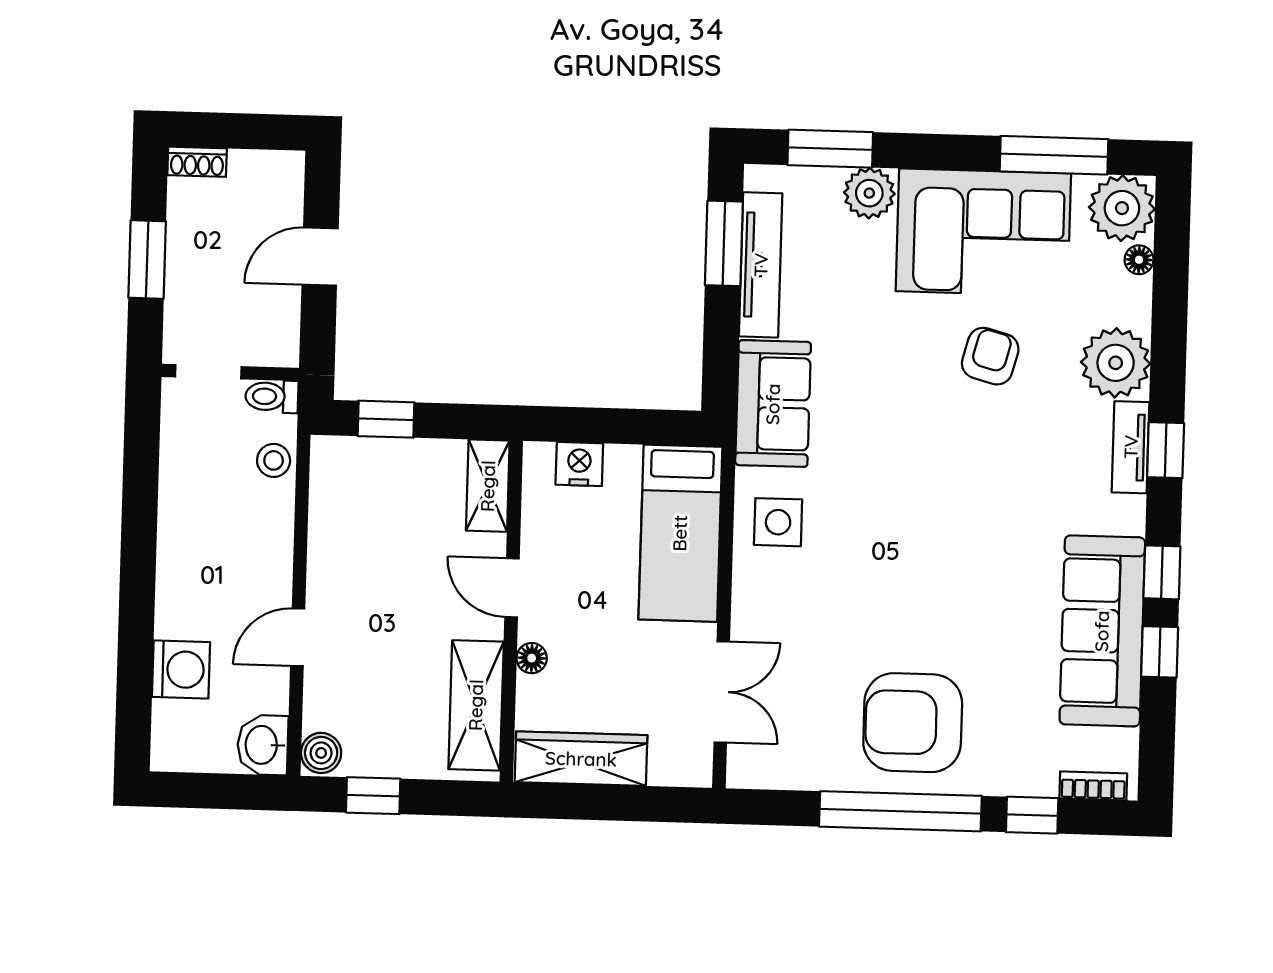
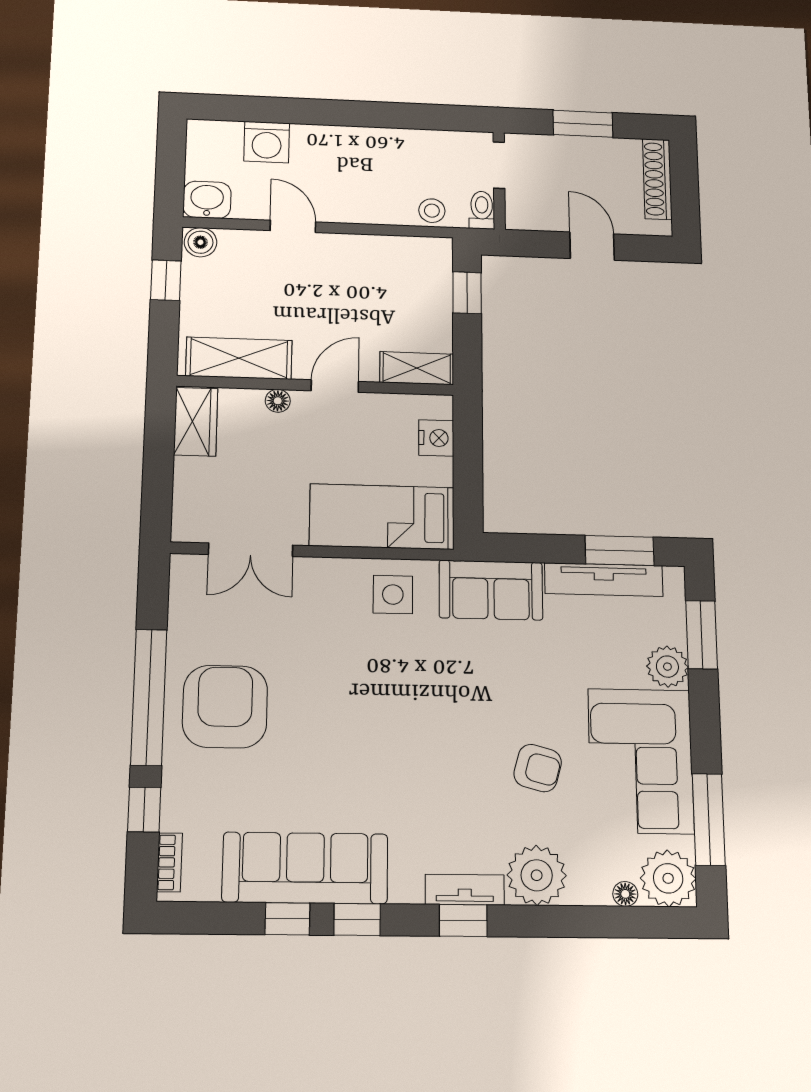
shoe rack: (197, 162) -> (657, 179), width x1.94, depth x1.24
wardrobe: (581, 759) -> (196, 422), width x0.67

